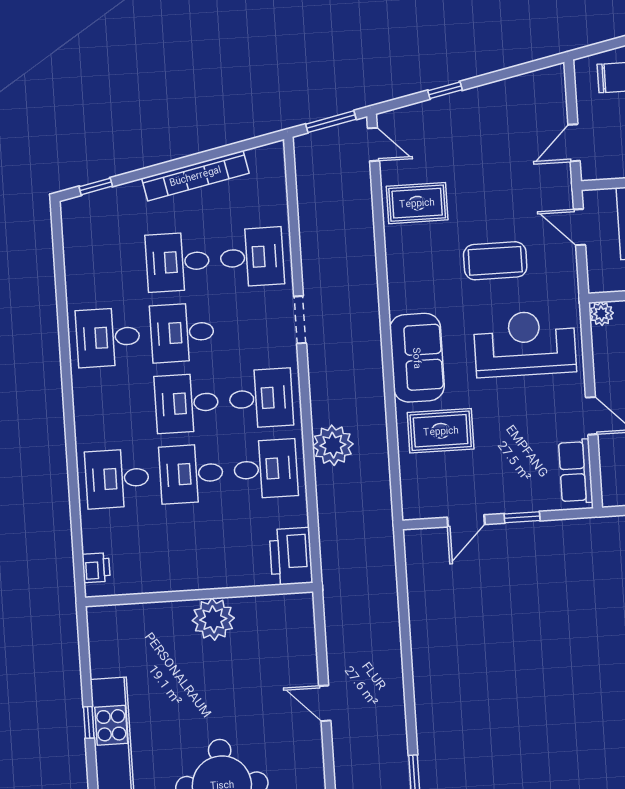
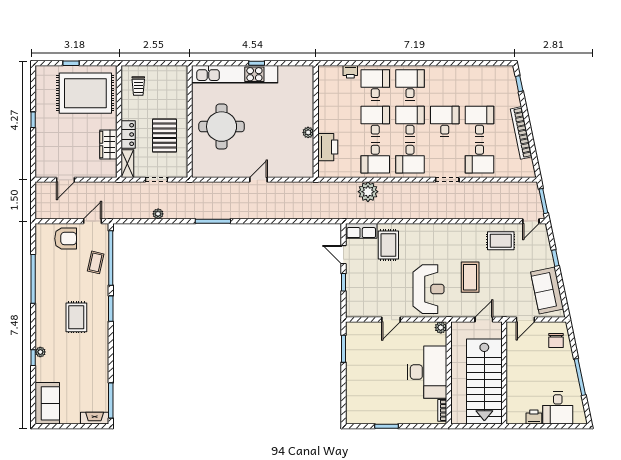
door: (574, 143) -> (525, 320), swing flipped
rug: (417, 203) -> (501, 241), turned 90
desk: (108, 337) -> (410, 85), moved
sofa: (417, 358) -> (547, 291), moved, turned 78
plant: (333, 445) -> (368, 192), moved
row of seats: (576, 471) -> (361, 231), moved, turned 180
printer: (291, 556) -> (328, 147), moved, turned 90
printer: (96, 568) -> (350, 72), moved
plant: (213, 619) -> (308, 132), width x0.53, depth x0.53

